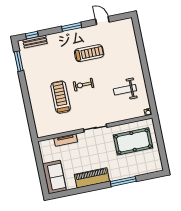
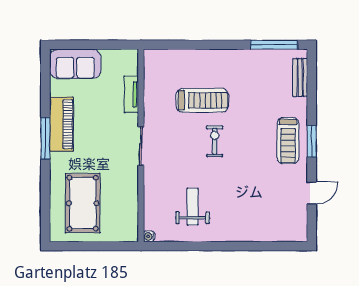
window: (32, 35) -> (312, 75), removed
treadmill: (89, 53) -> (288, 141), moved
window: (19, 61) -> (274, 45), width x1.44
pool table: (133, 141) -> (83, 203), moved
window: (123, 181) -> (45, 138), moved

